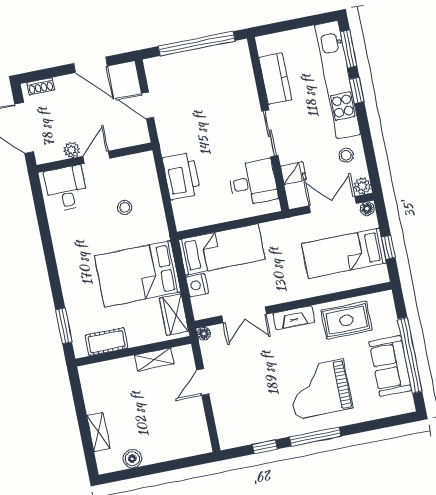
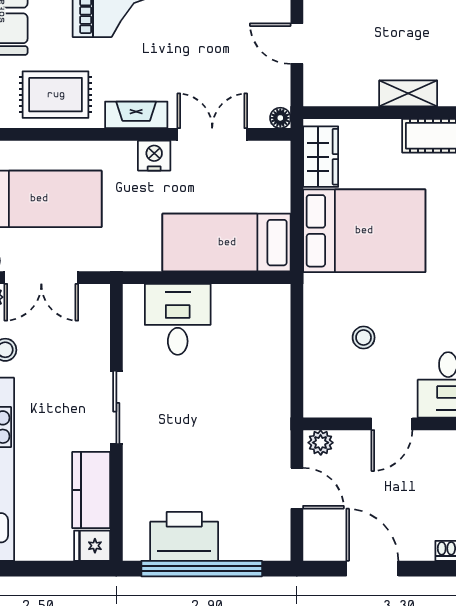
plant: (72, 150) -> (321, 443), moved
fridge: (293, 173) -> (92, 546), moved
printer: (181, 176) -> (184, 536), moved, turned 90
desk: (253, 183) -> (178, 319), moved, turned 90
nightstand: (197, 285) -> (154, 156), moved, turned -90
shelving: (154, 359) -> (408, 93), moved
door: (203, 382) -> (297, 44), swing flipped

